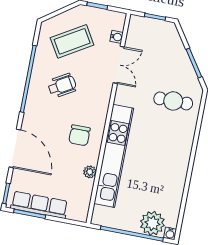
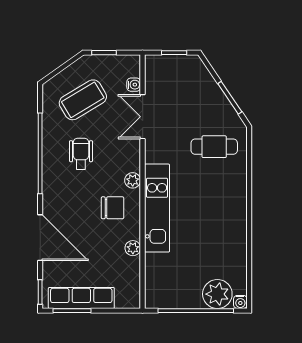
double door: (119, 65) -> (143, 117), swing flipped
wheelchair: (62, 86) -> (81, 154), turned -60
plant: (100, 116) -> (133, 180), added
chair: (79, 135) -> (113, 208), turned -90
kitchen unit: (114, 156) -> (157, 208), width x0.73

